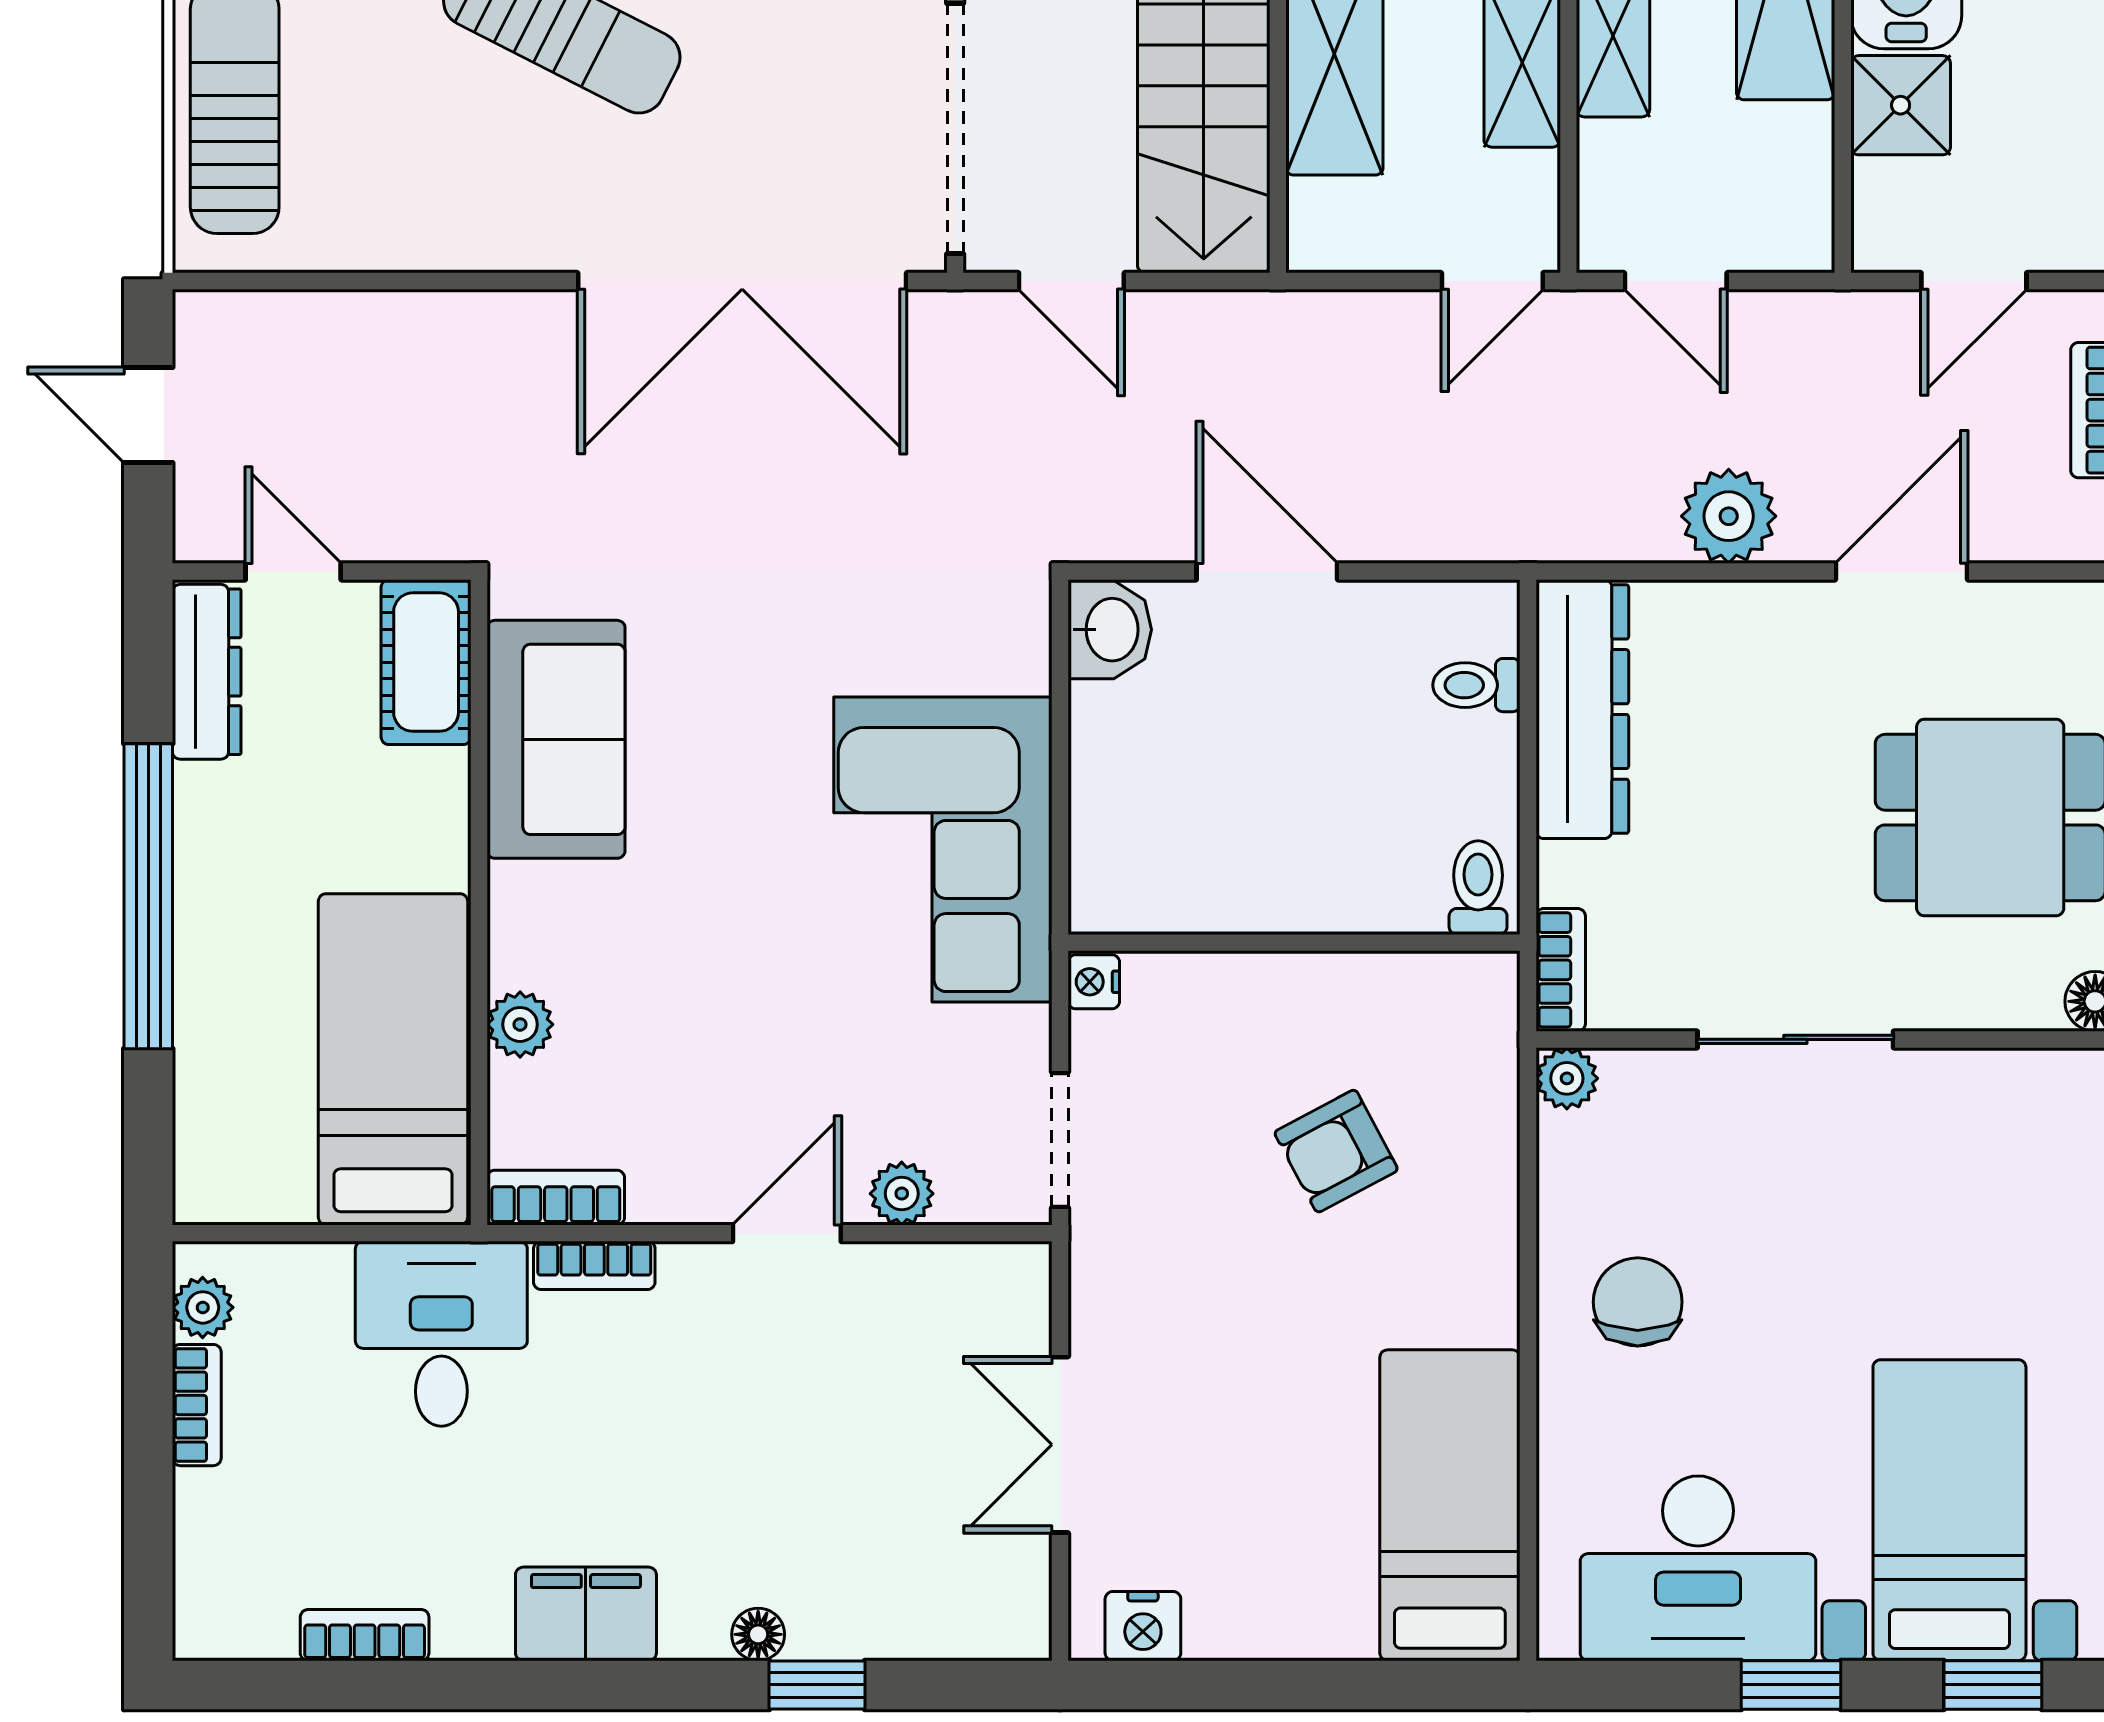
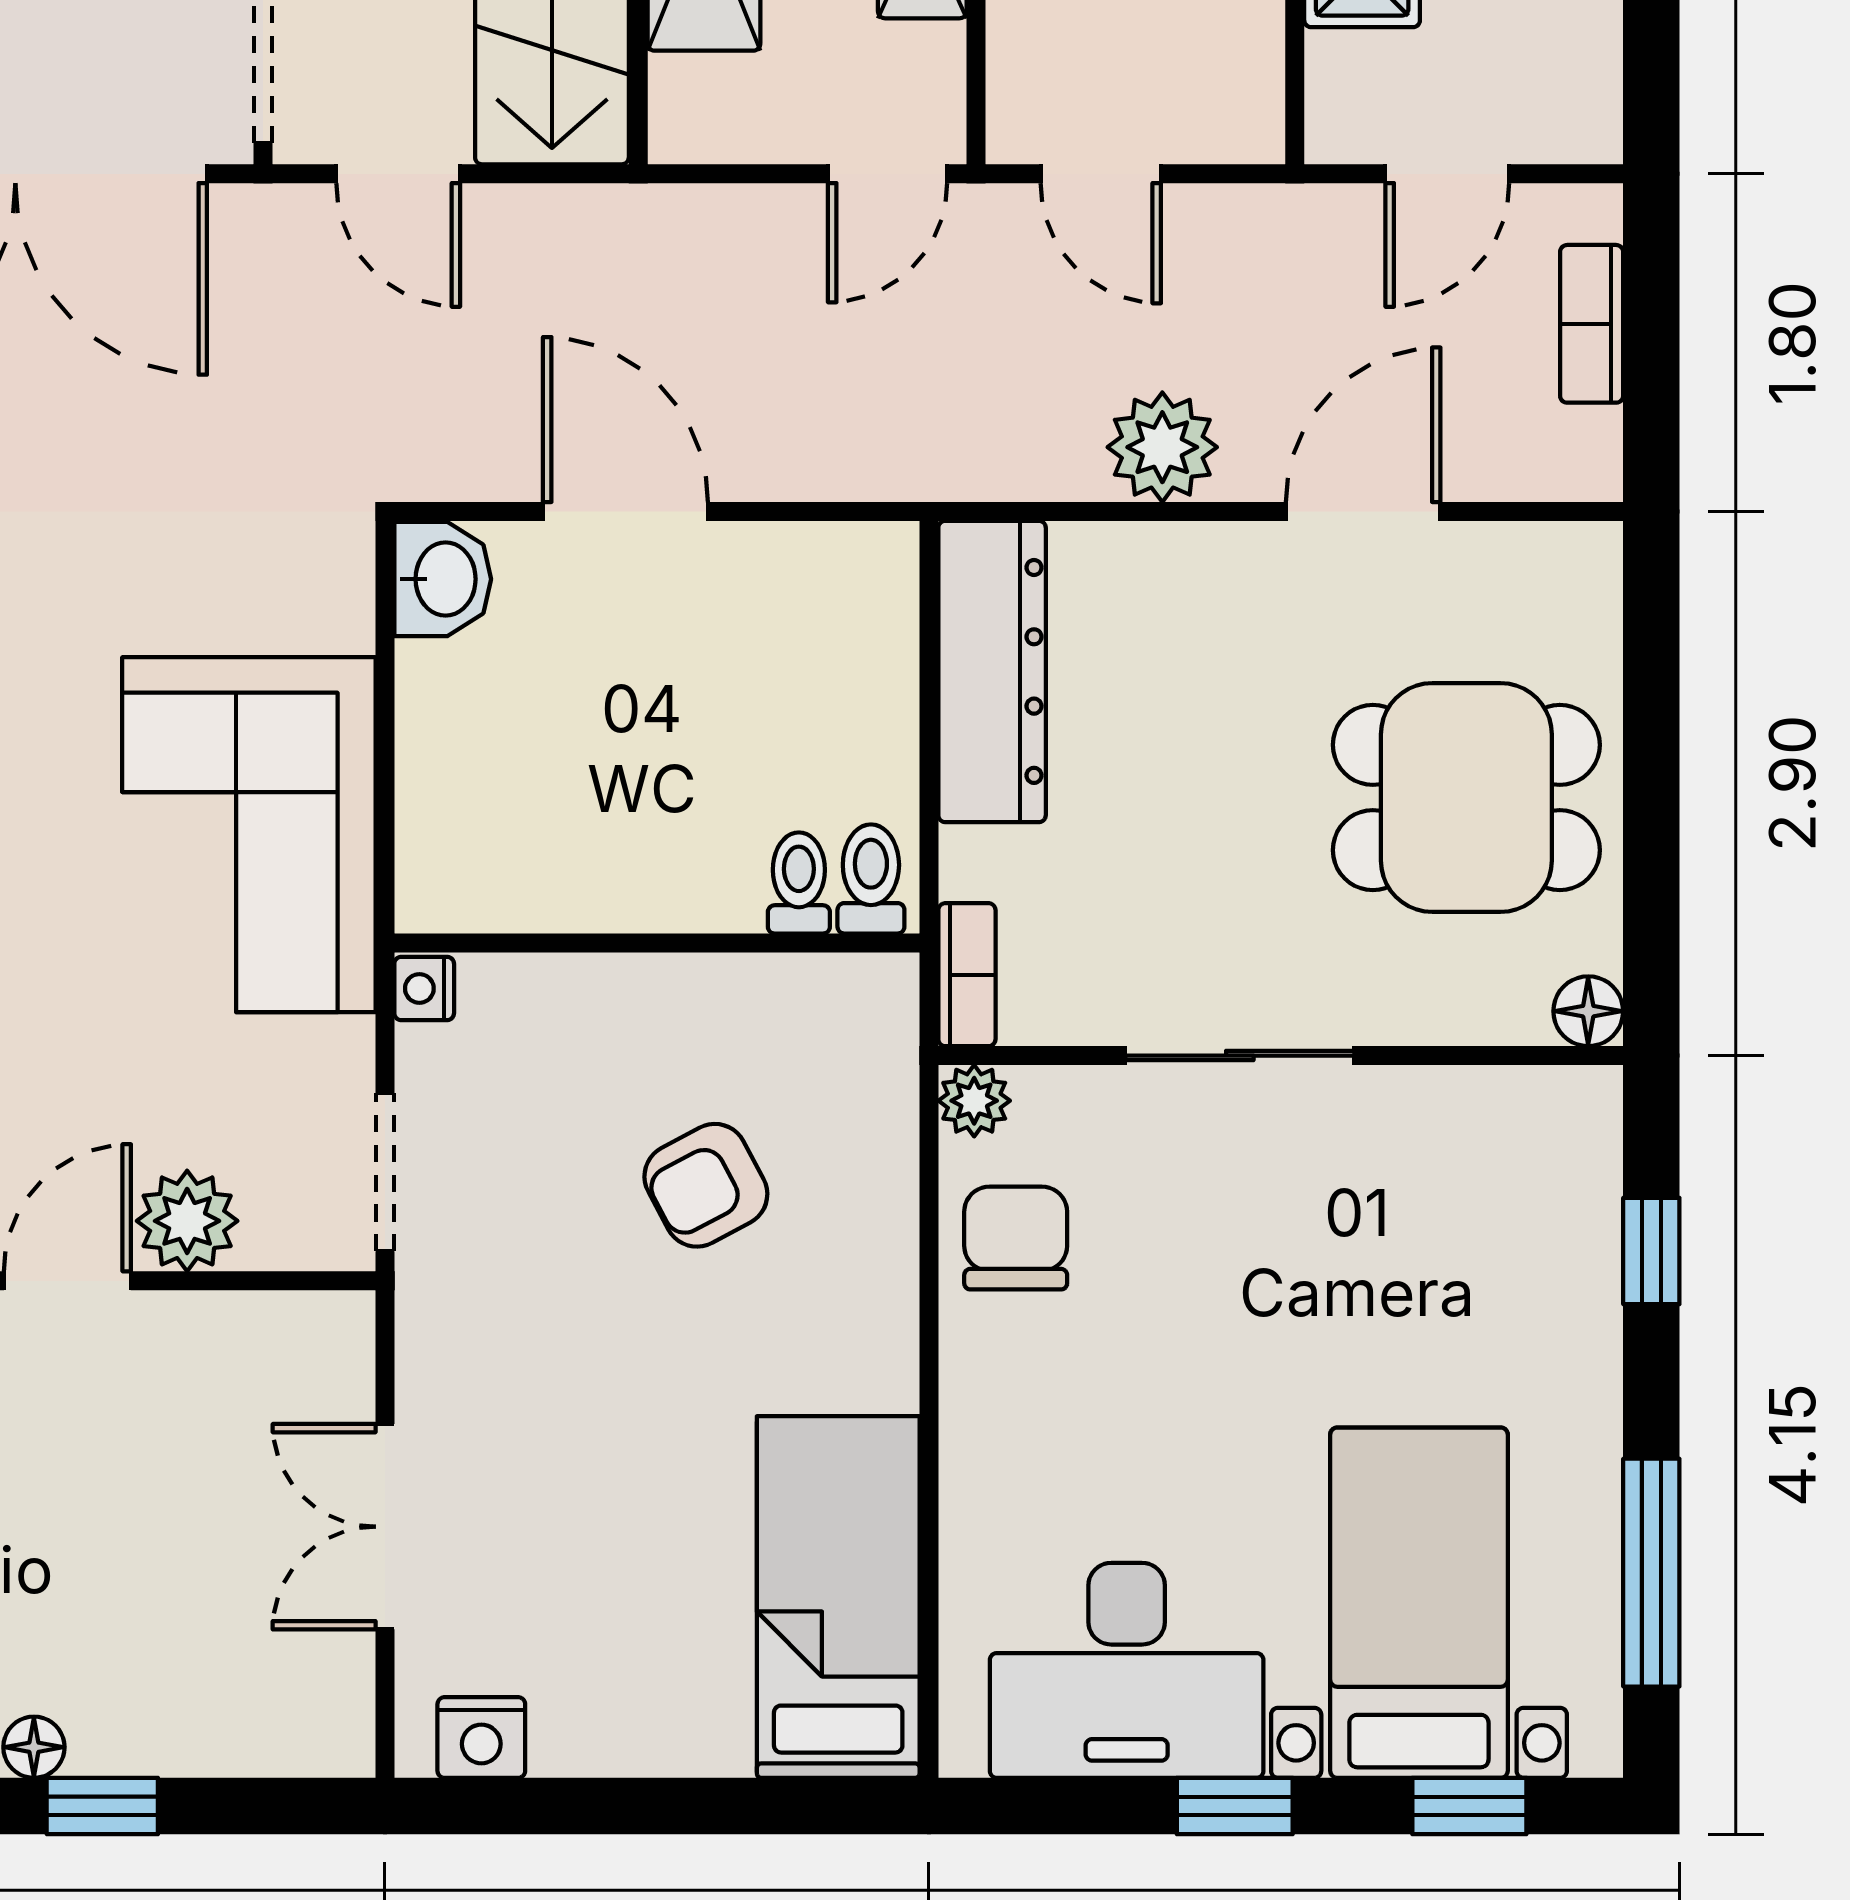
toilet: (1476, 685) -> (799, 883), moved, turned 90
plant: (902, 1194) -> (187, 1221), width x1.38, depth x1.38
chair: (1638, 1302) -> (1016, 1238), moved

